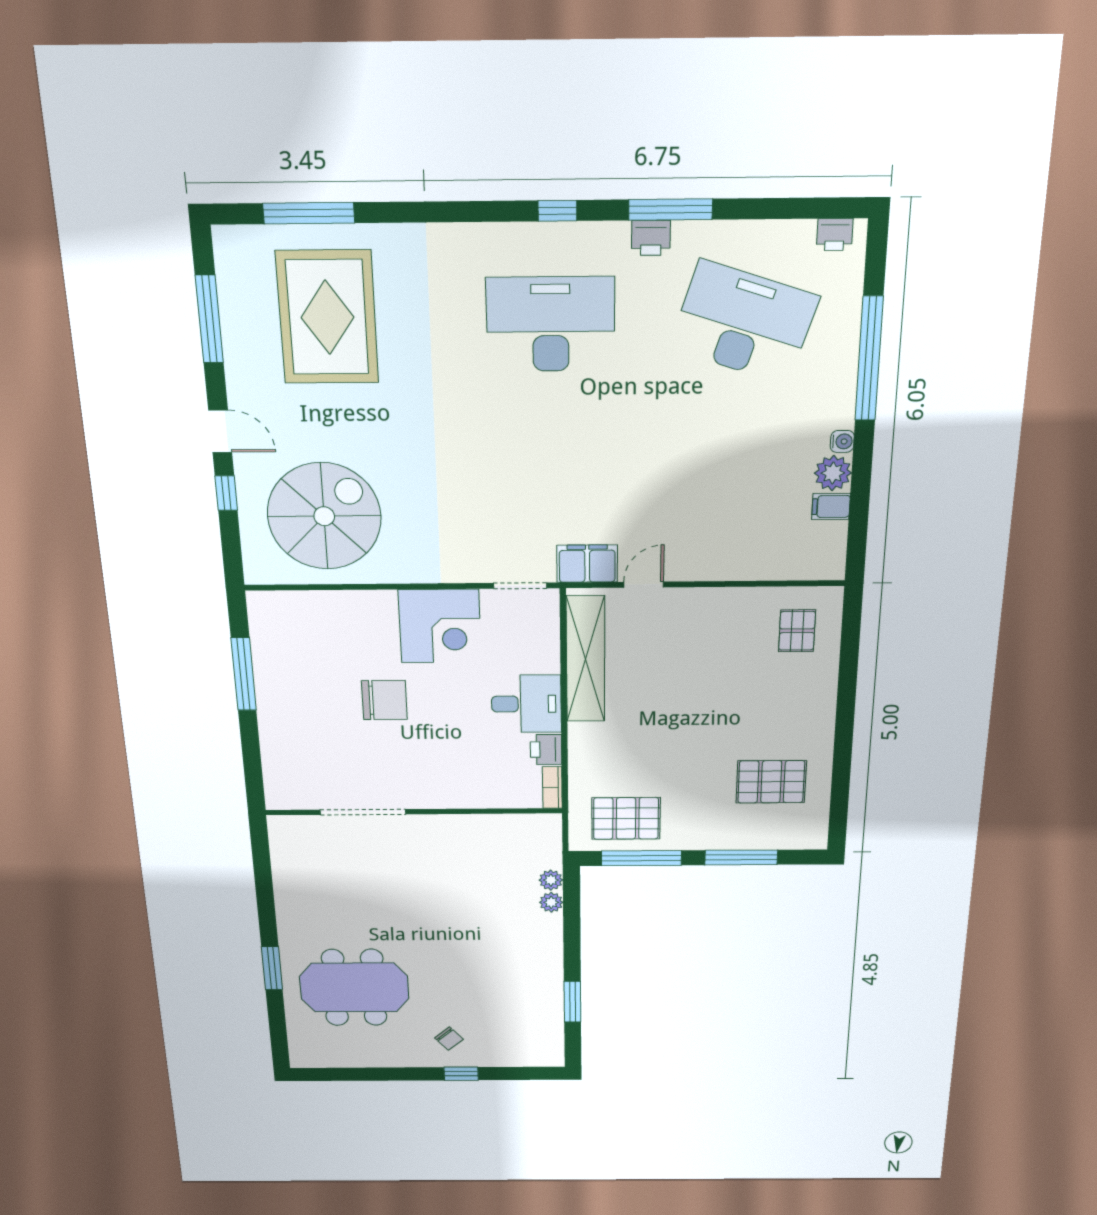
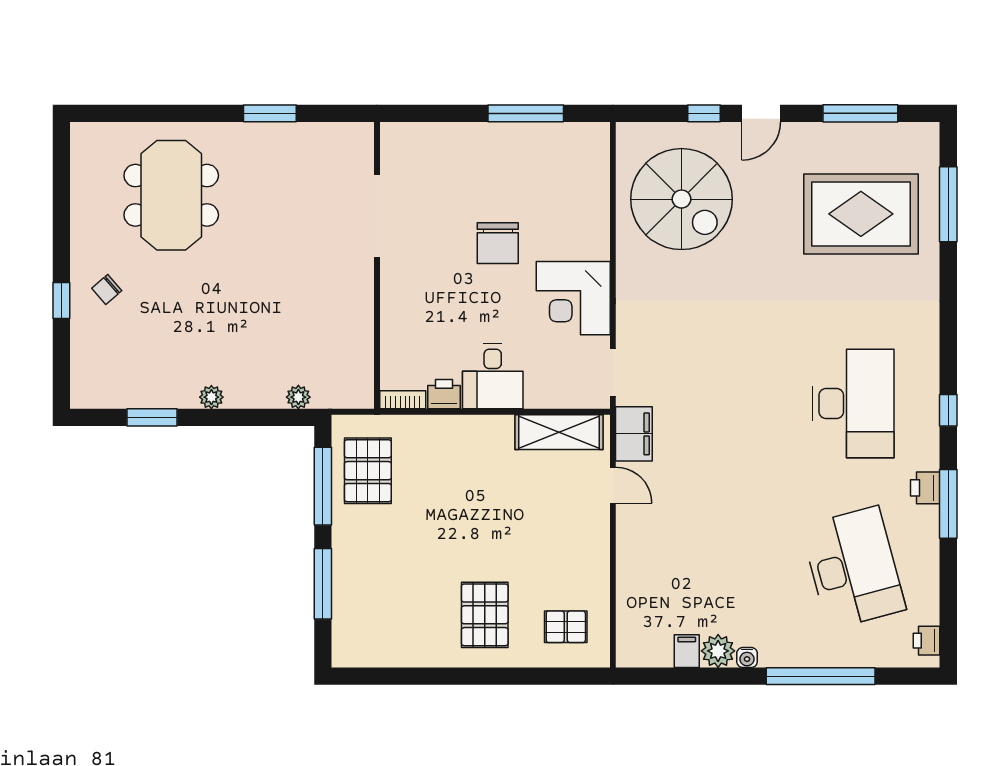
desk: (744, 322) -> (853, 568), turned -33
shelving: (586, 659) -> (559, 432), width x0.68
pallet: (771, 782) -> (485, 615), moved
plant: (551, 902) -> (211, 397), moved
window: (272, 968) -> (270, 113), moved

